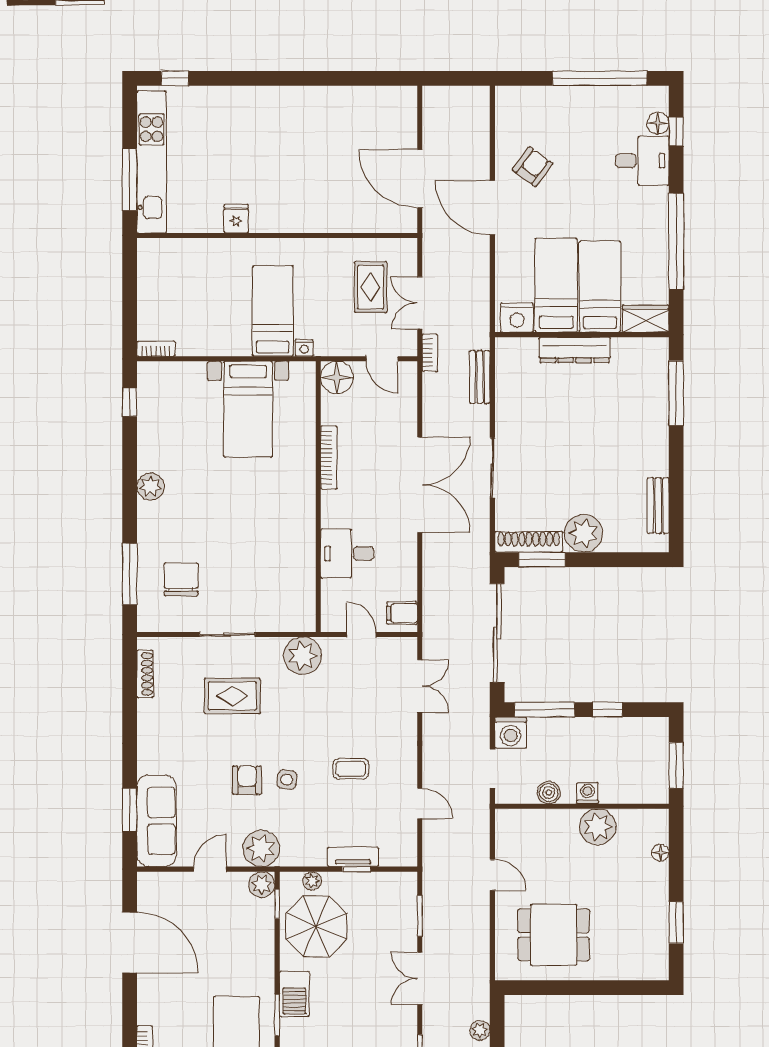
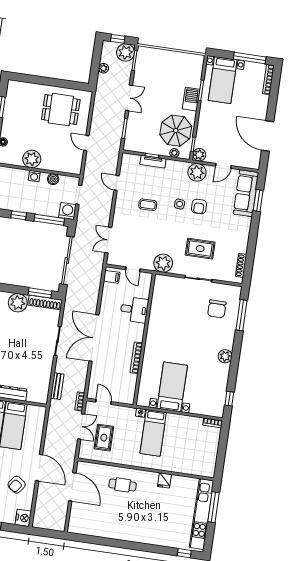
cafe table: (319, 197) -> (123, 485), added
nightstand: (517, 318) -> (23, 518), moved, turned 90
floor lamp: (337, 377) -> (127, 396), removed

